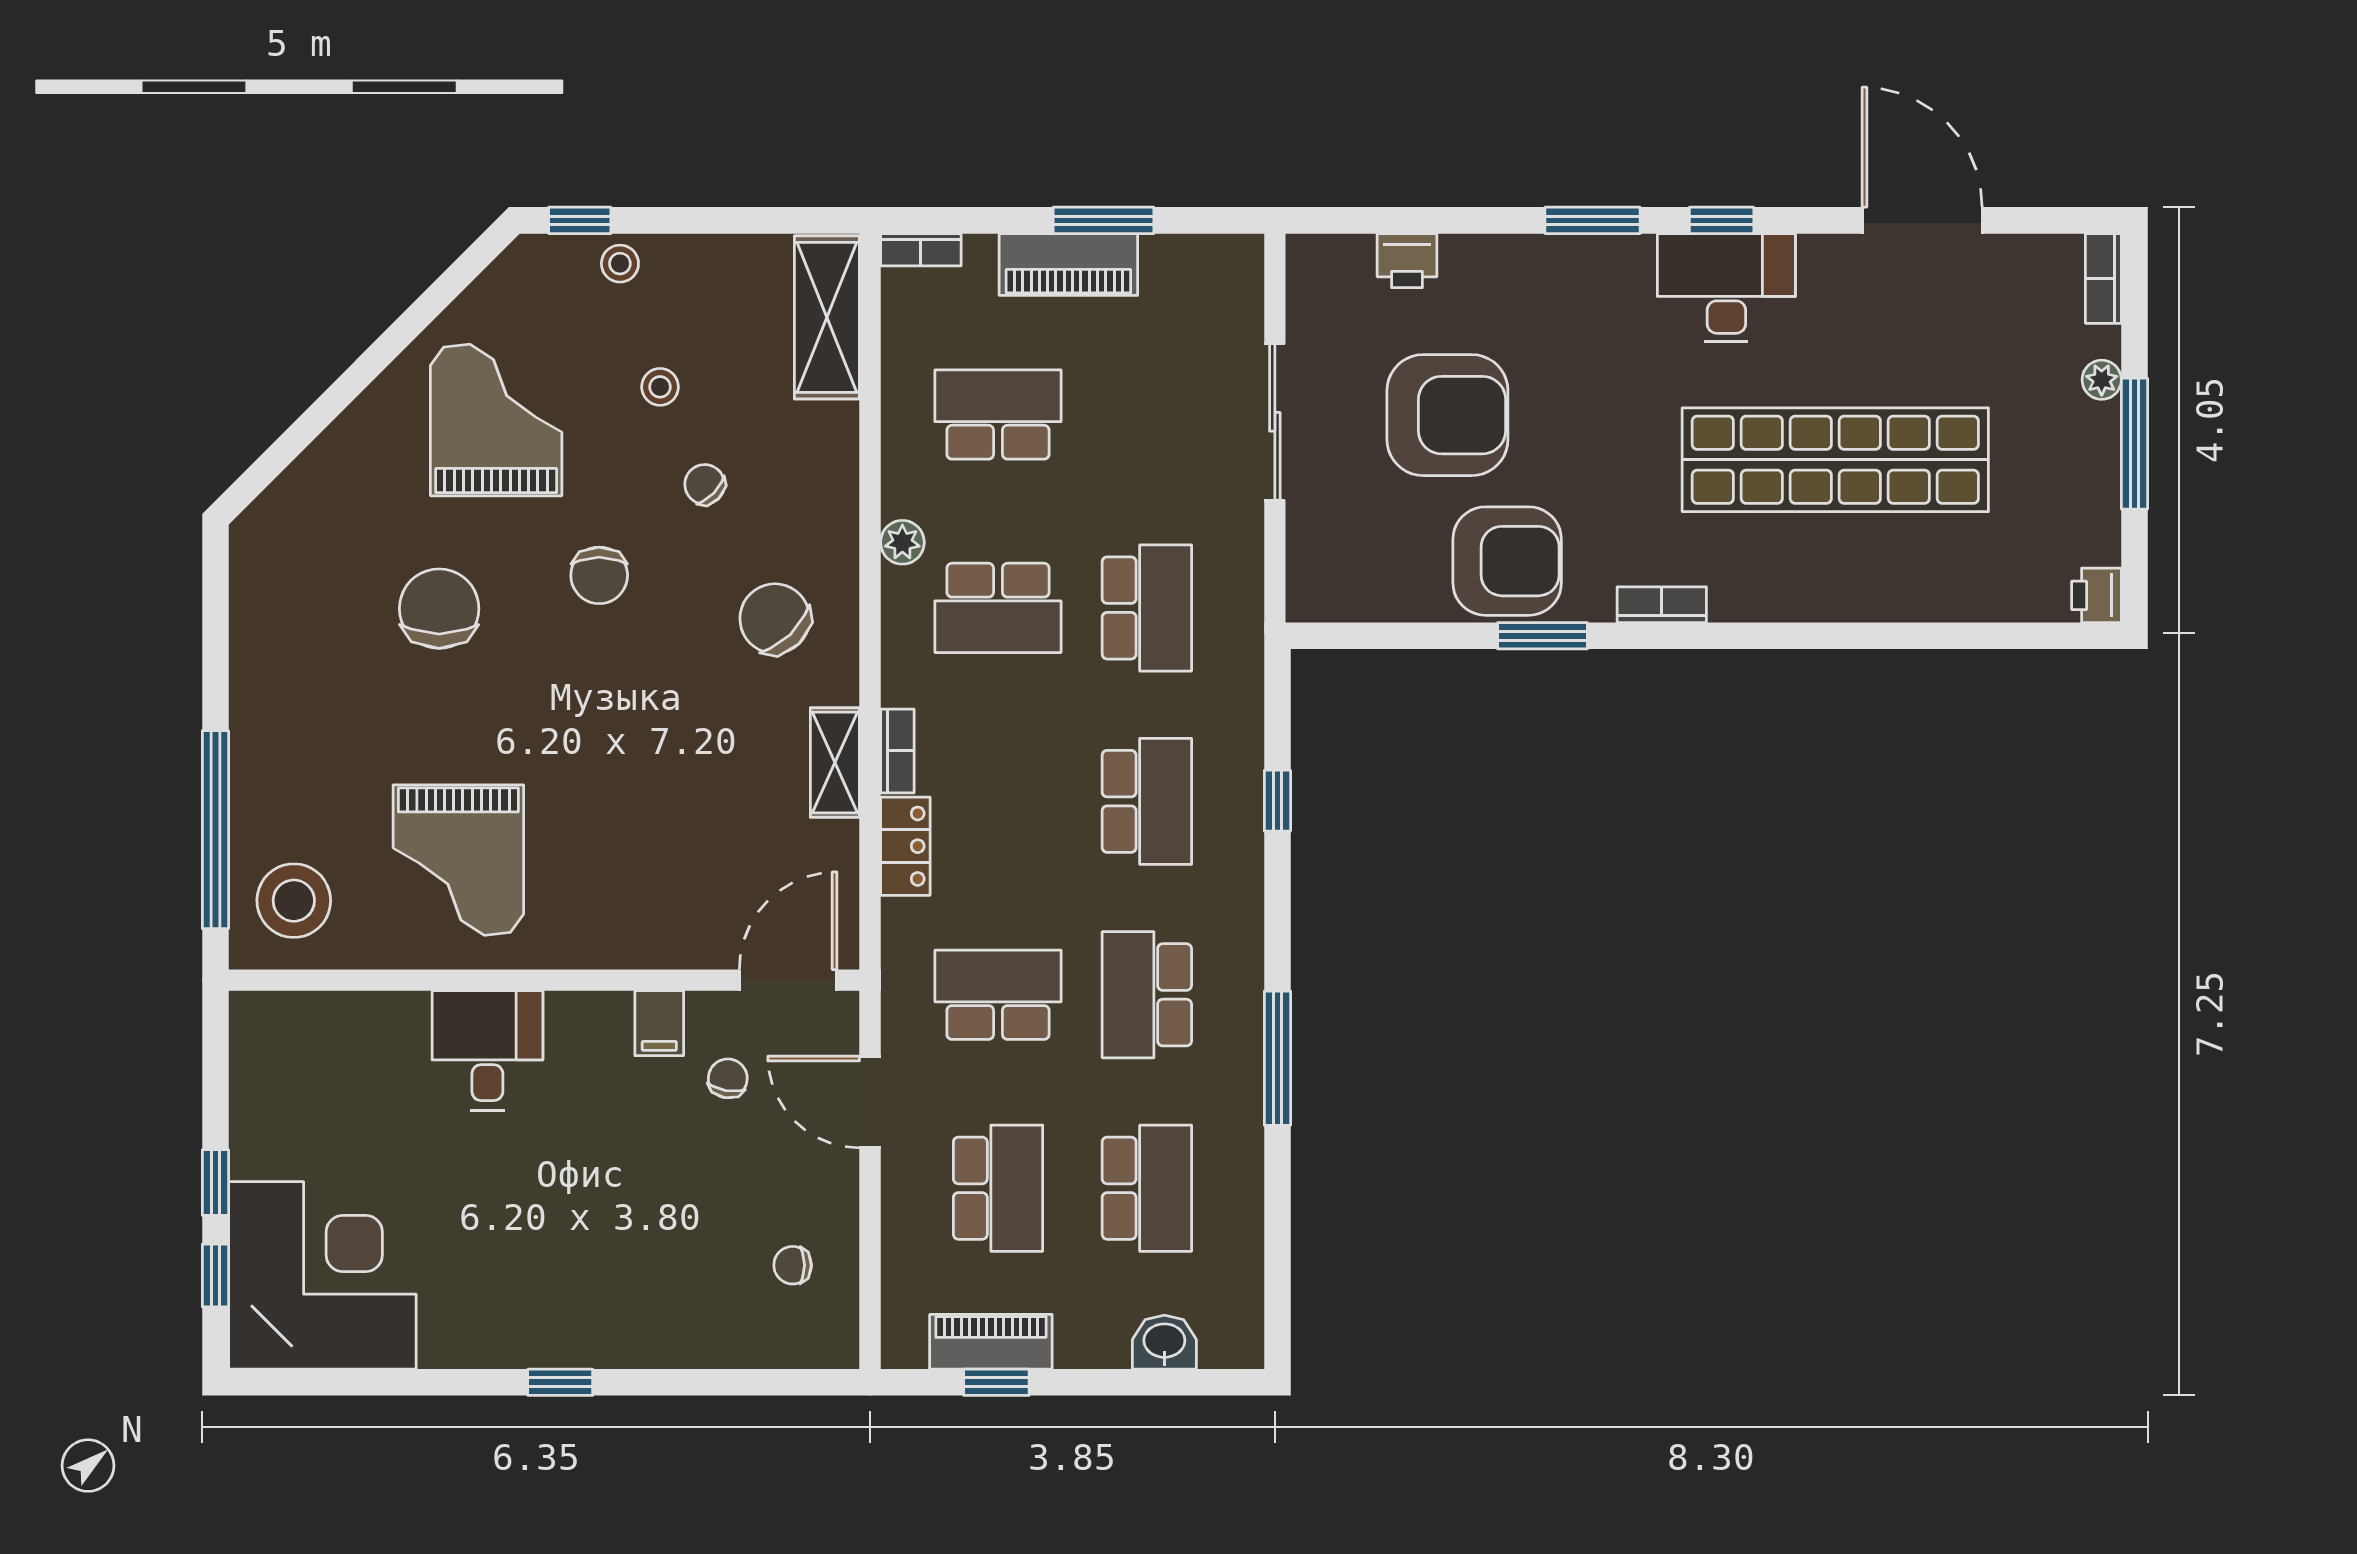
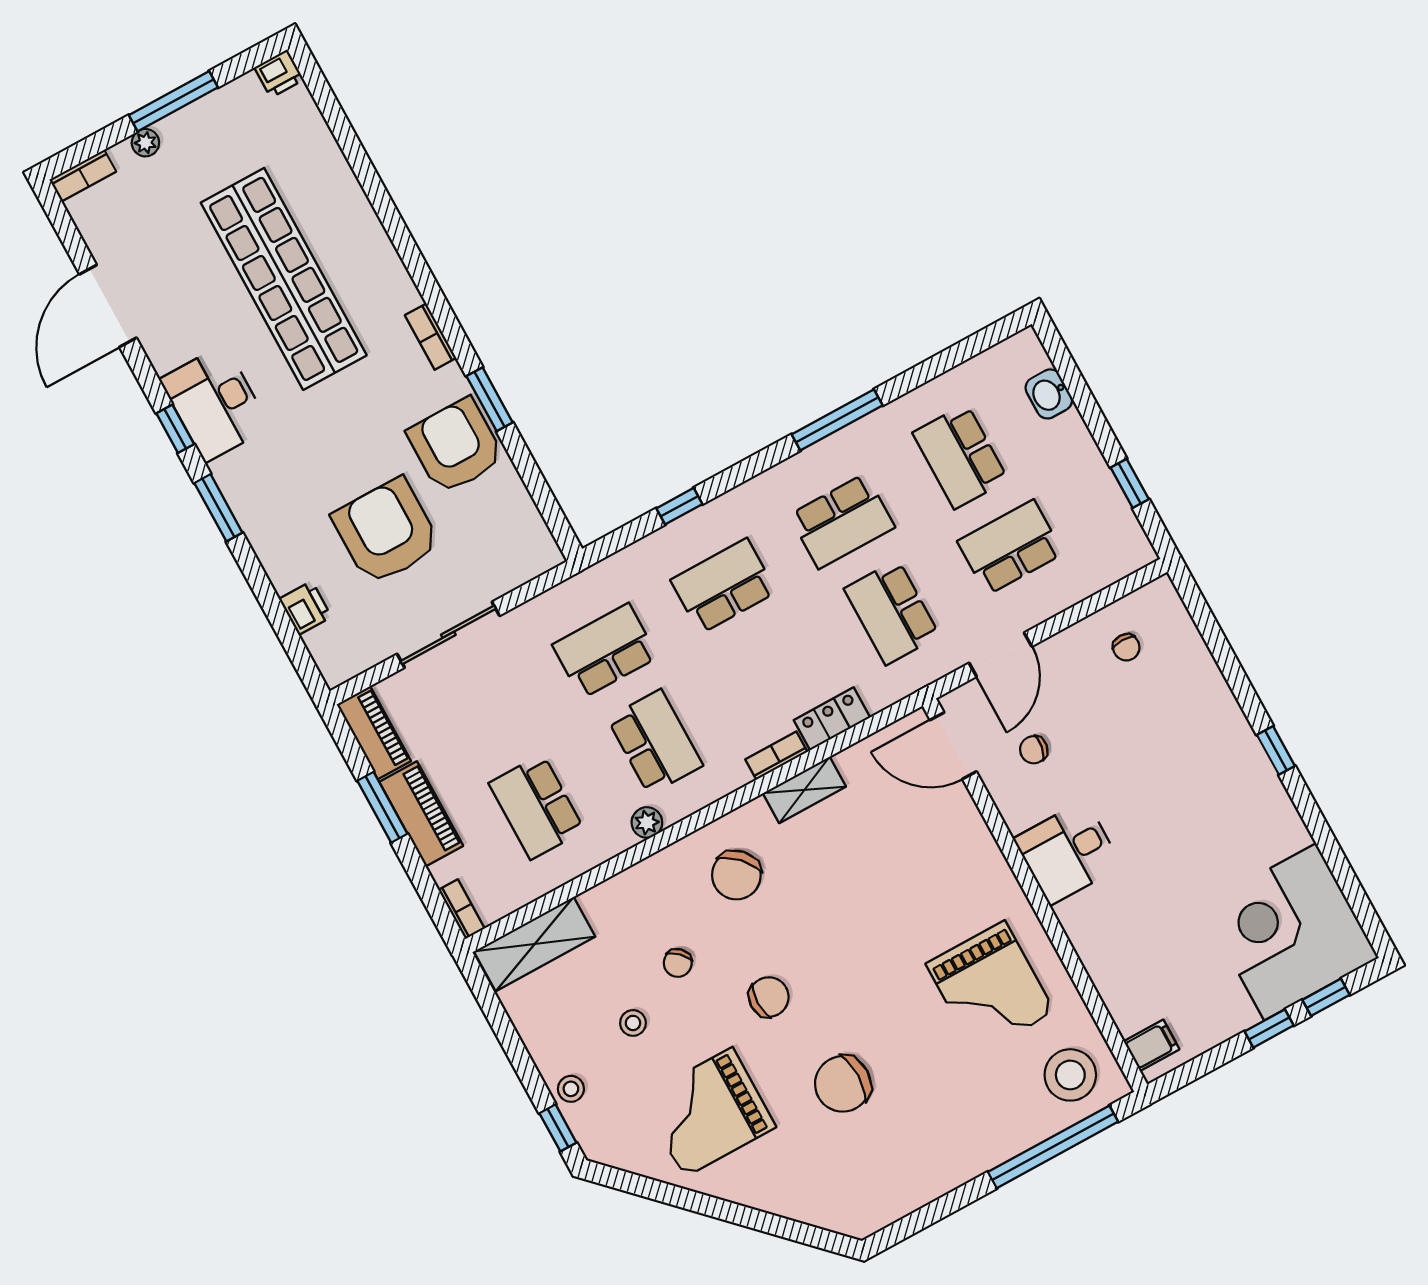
grand piano: (458, 860) -> (990, 988), turned 90
filing cabinet: (659, 1023) -> (1152, 1045), moved
desk: (487, 1050) -> (1068, 852), moved
school desk: (1147, 1188) -> (960, 456), turned -90
piano: (991, 1342) -> (374, 733), moved, turned 180

